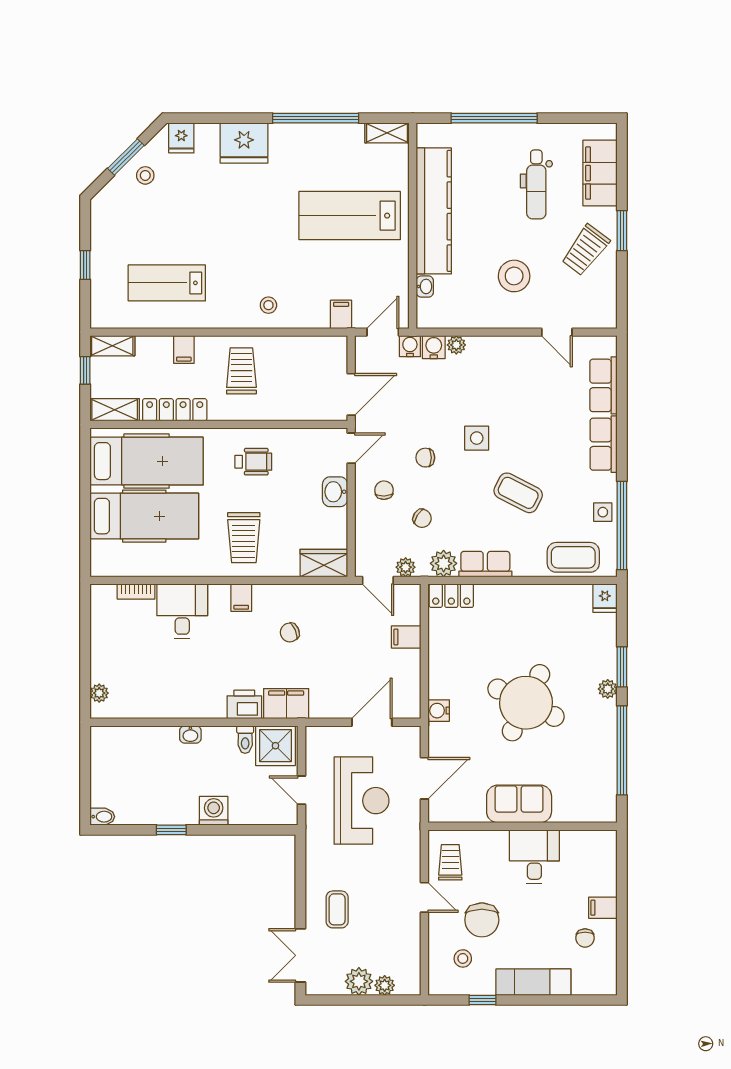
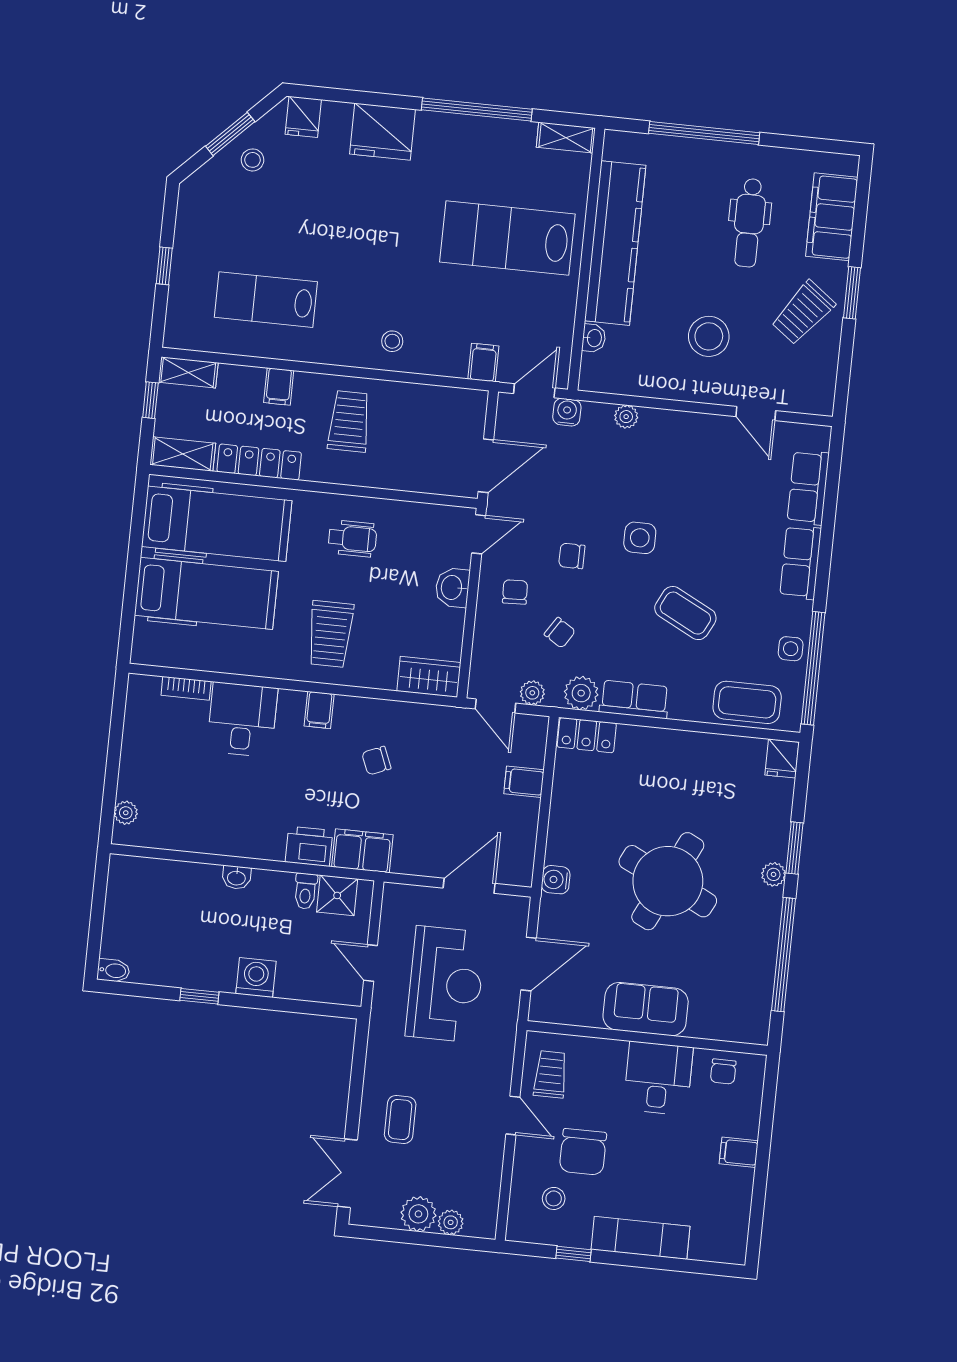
water cooler: (434, 347) -> (597, 416), removed
shower: (275, 746) -> (337, 895), width x0.73, depth x0.73
chair: (585, 938) -> (723, 1071), moved

